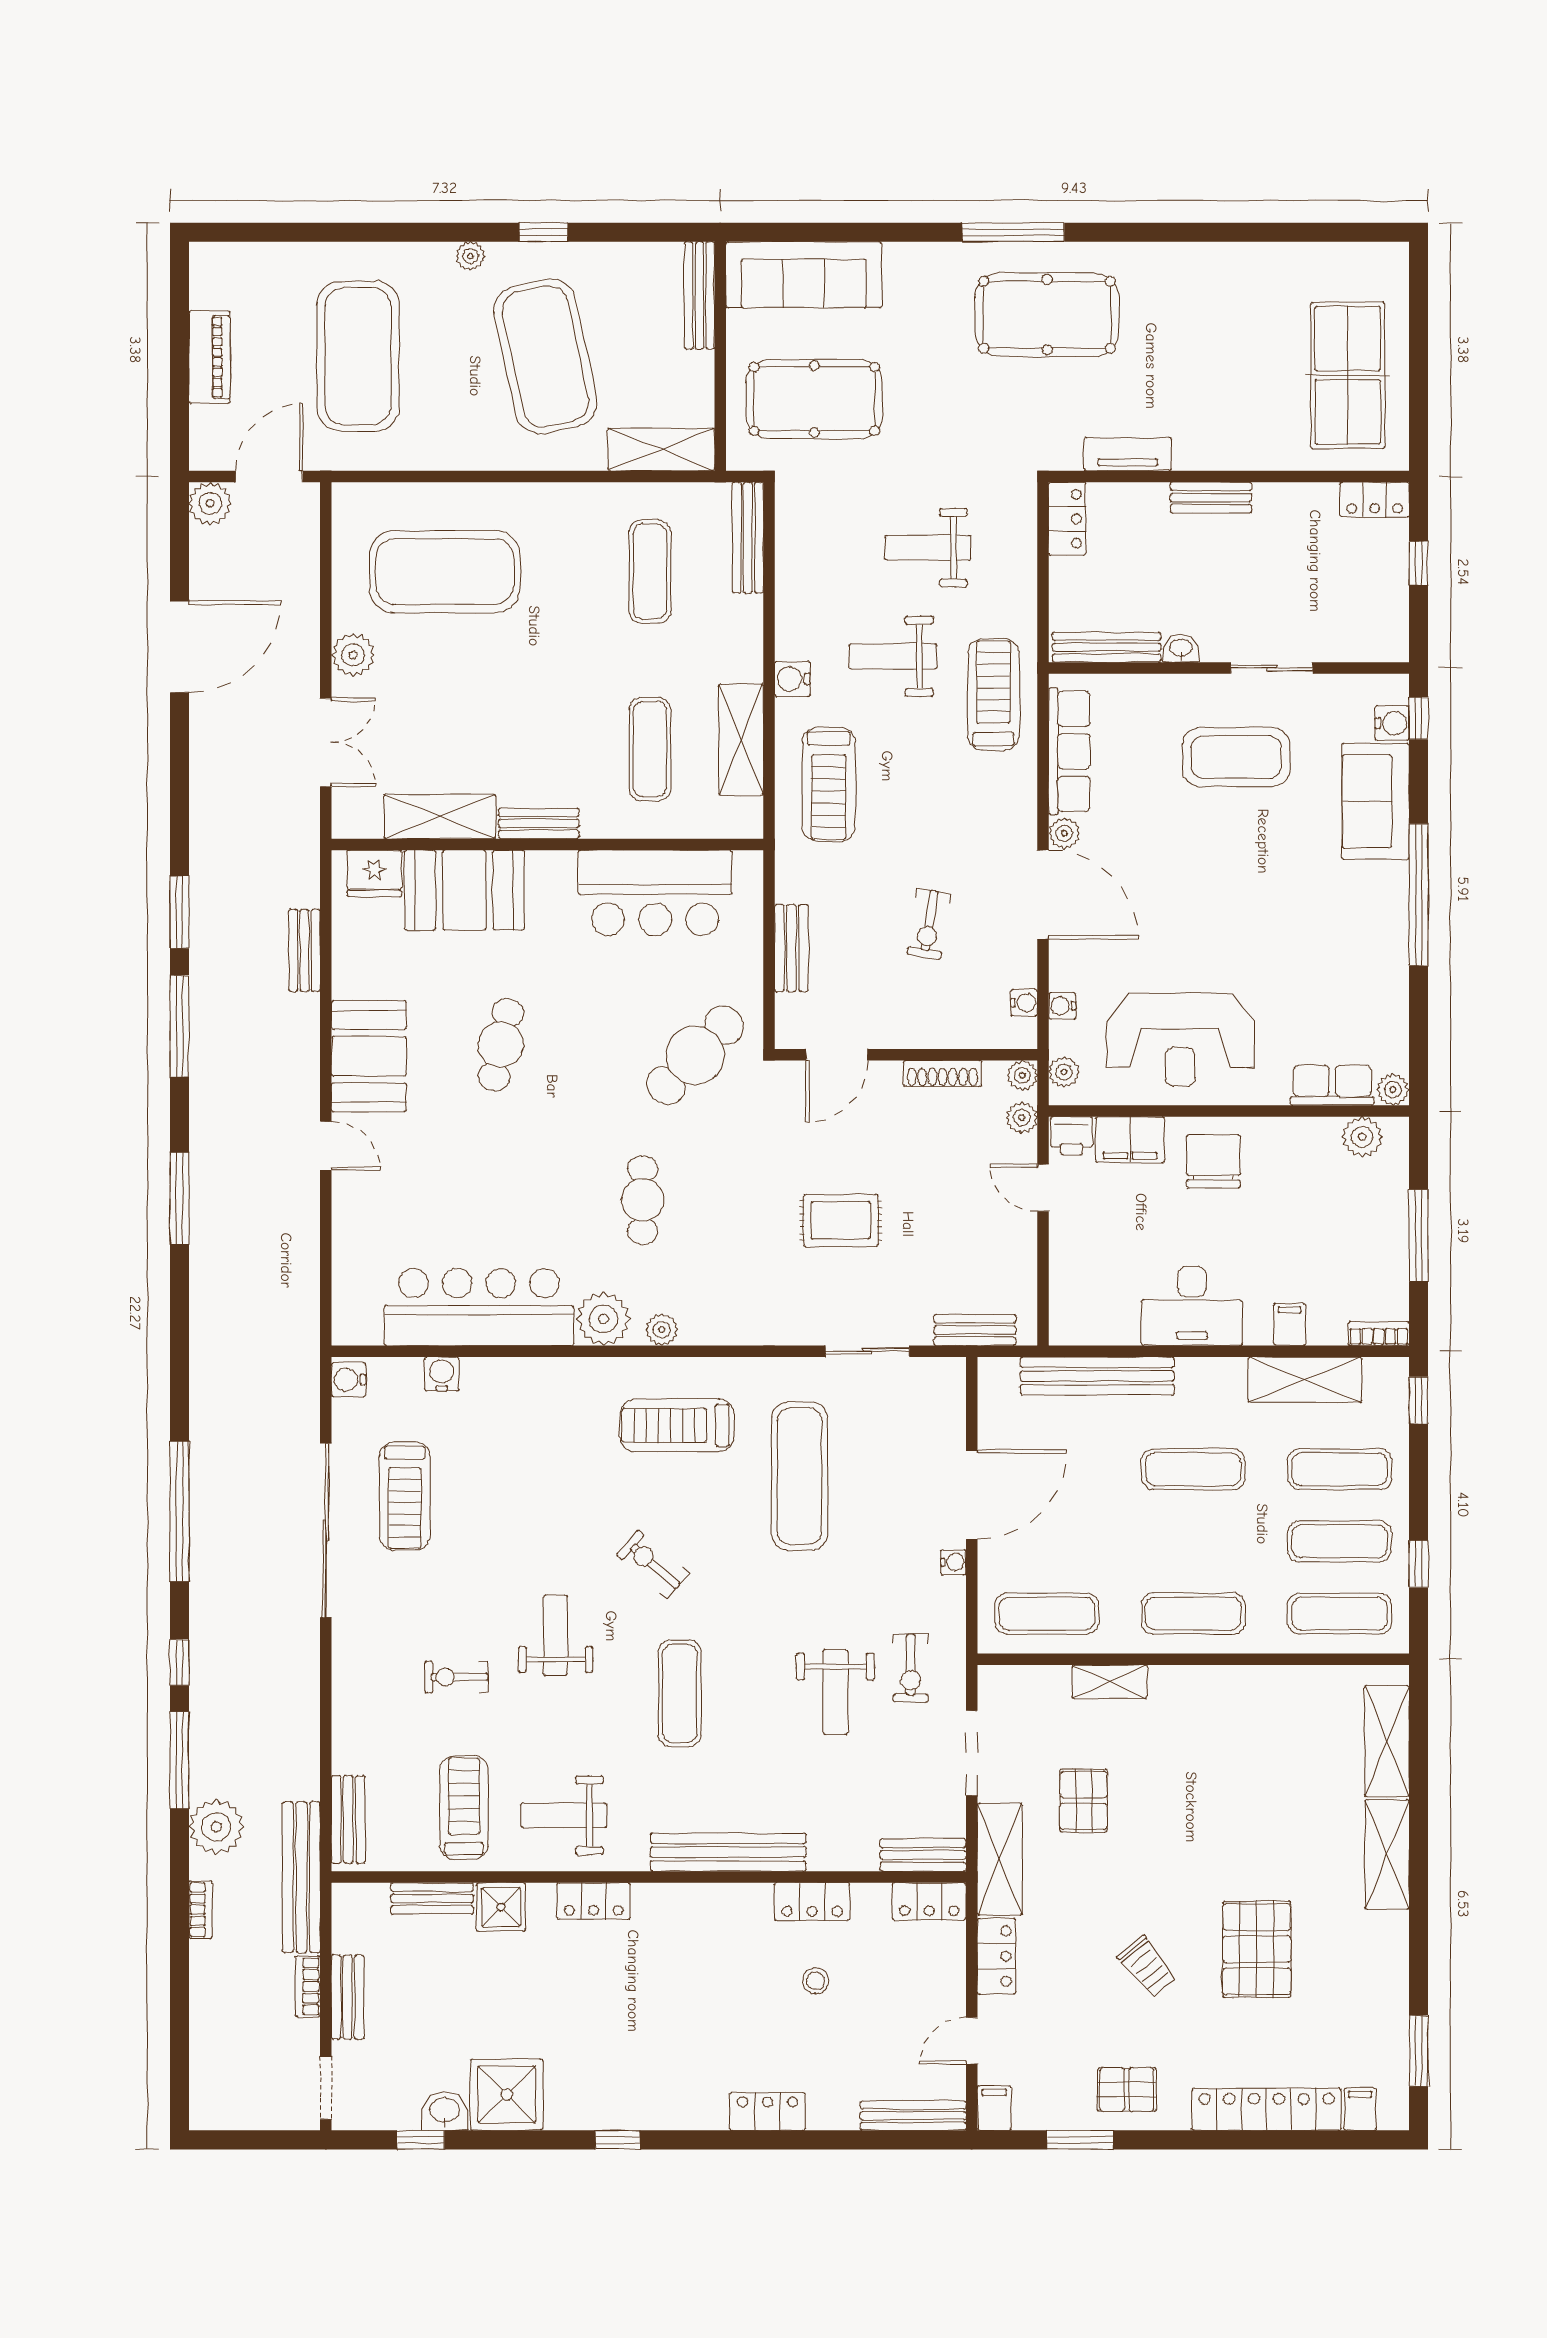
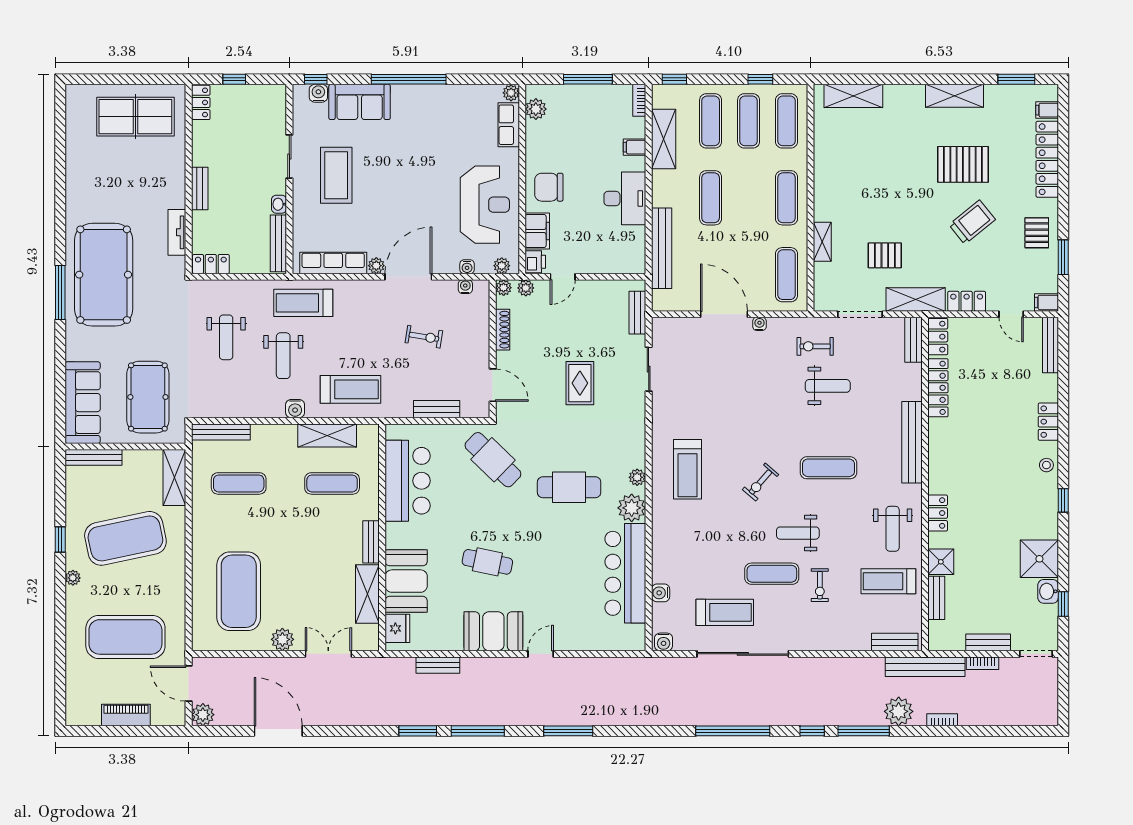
pool table: (1047, 315) -> (104, 275), width x1.36, depth x1.32
cafe table: (643, 1200) -> (569, 487), width x1.37, depth x1.35
exercise mat: (800, 1476) -> (772, 574), moved, width x0.73, depth x0.69
exercise bike: (911, 1668) -> (815, 346), turned 180
shelving: (1387, 1854) -> (955, 96), moved
locker: (812, 1902) -> (938, 388), width x1.53
trolley: (1147, 1967) -> (972, 222), width x1.36, depth x1.39
stool: (816, 1981) -> (1046, 465), moved

